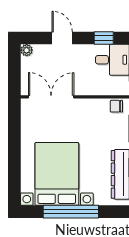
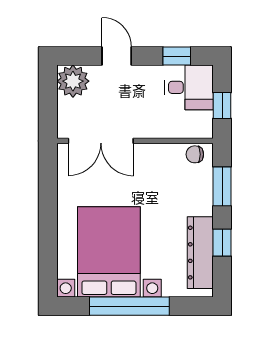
plant: (27, 50) -> (73, 81), width x1.87, depth x1.87
double door: (51, 97) -> (101, 141), swing flipped

